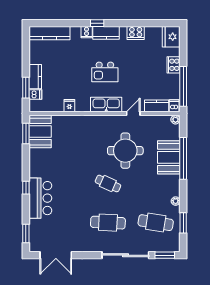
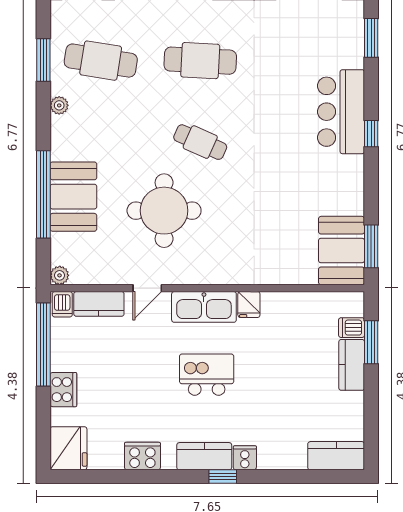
kitchen counter: (50, 33) -> (336, 456), width x0.67
fridge: (69, 106) -> (249, 304), moved

